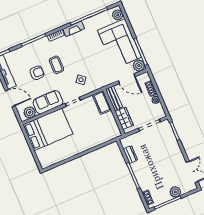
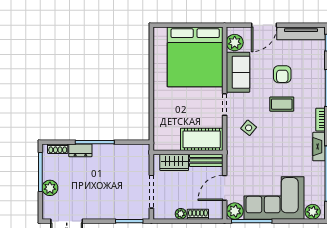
cot: (102, 102) -> (202, 139), width x1.37, depth x1.34
bed: (48, 129) -> (195, 57), width x1.36
dresser: (130, 155) -> (80, 150), moved

